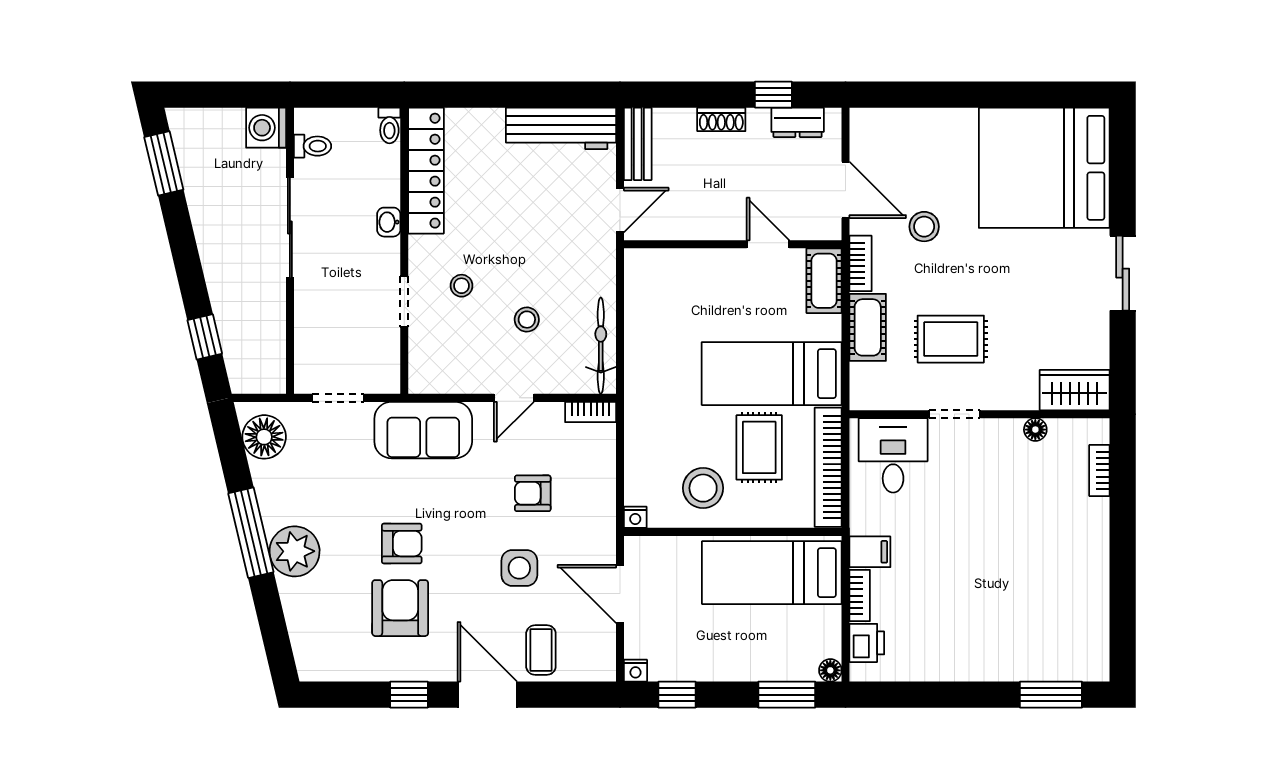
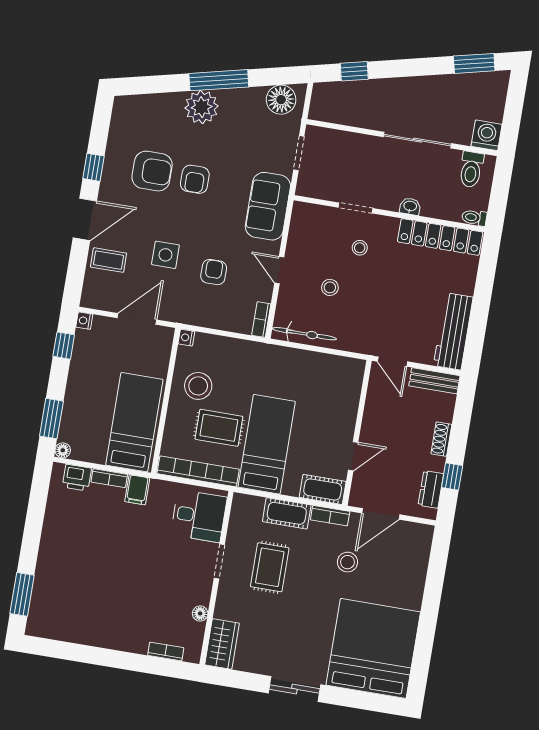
toilet: (313, 146) -> (471, 169), width x1.37, depth x1.39

